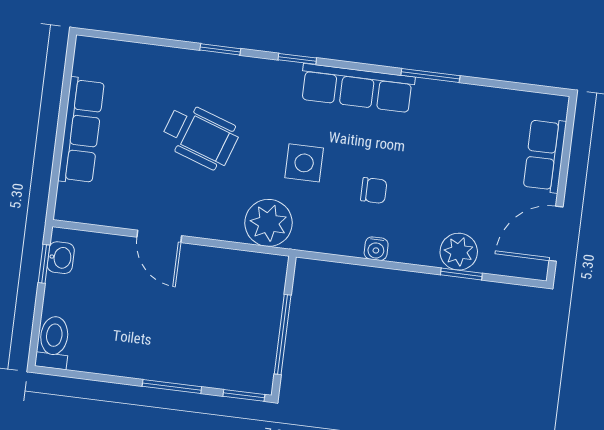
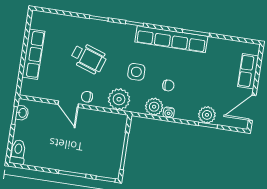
row of seats: (357, 88) -> (171, 39), width x1.36
chair: (199, 219) -> (87, 97), added
plant: (344, 237) -> (154, 107), added

